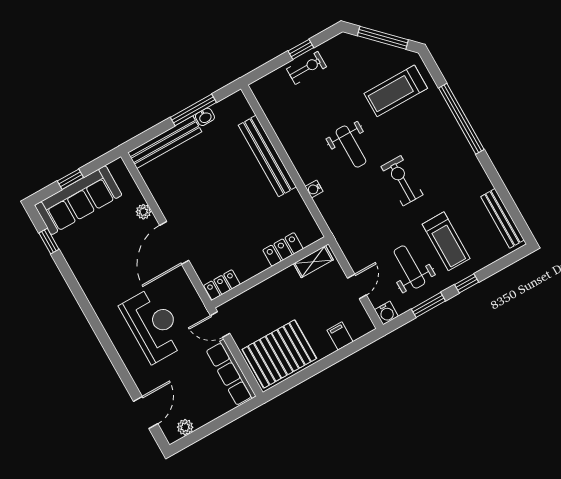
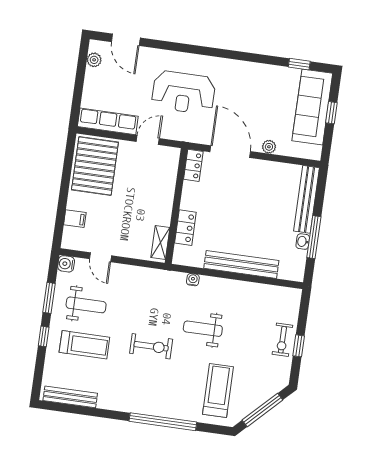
treadmill: (446, 241) -> (84, 345), turned 180
locker: (283, 249) -> (185, 228), moved
shelving: (313, 262) -> (160, 242), moved
wall: (270, 272) -> (176, 206), moved
locker: (222, 285) -> (193, 165), moved

